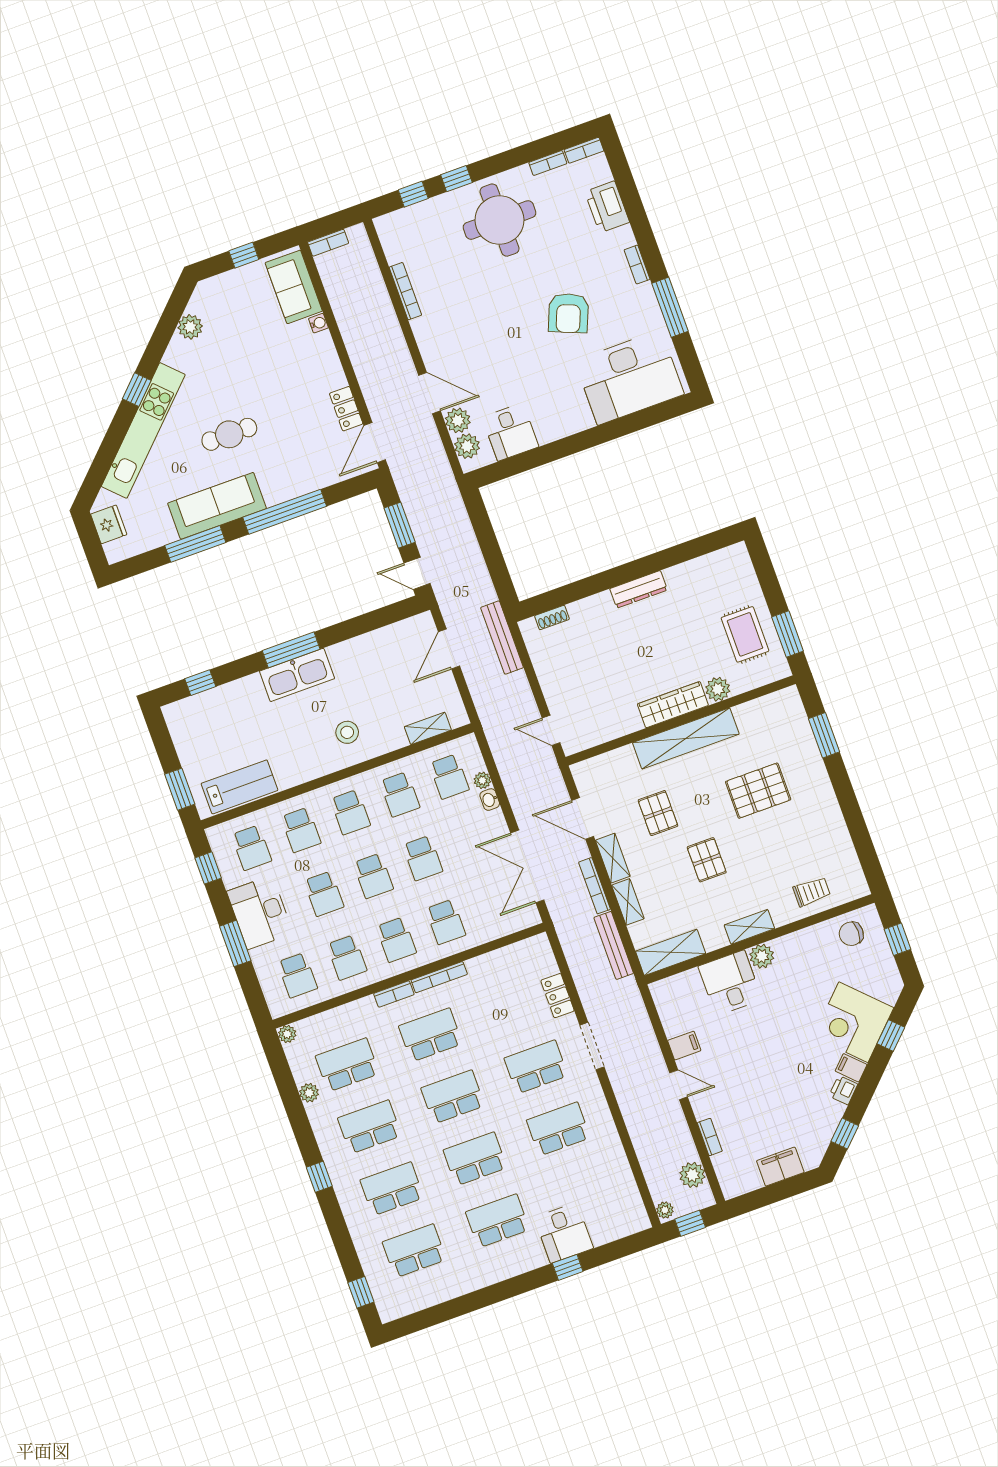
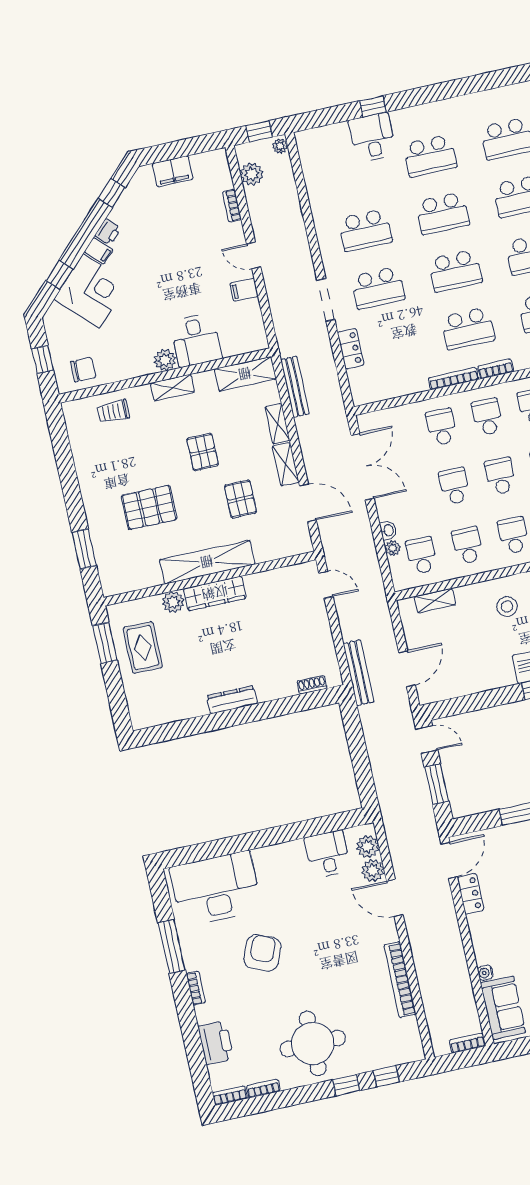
bookcase: (405, 291) -> (400, 980), width x1.48, depth x1.31
bookcase: (595, 886) -> (305, 442), removed

